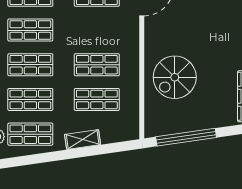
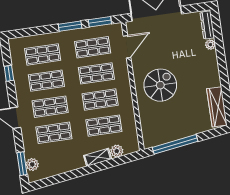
spiral stairs: (175, 77) -> (160, 85), moved, turned 180
shop shelf: (30, 134) -> (96, 73), moved
plant: (109, 135) -> (117, 151), added

